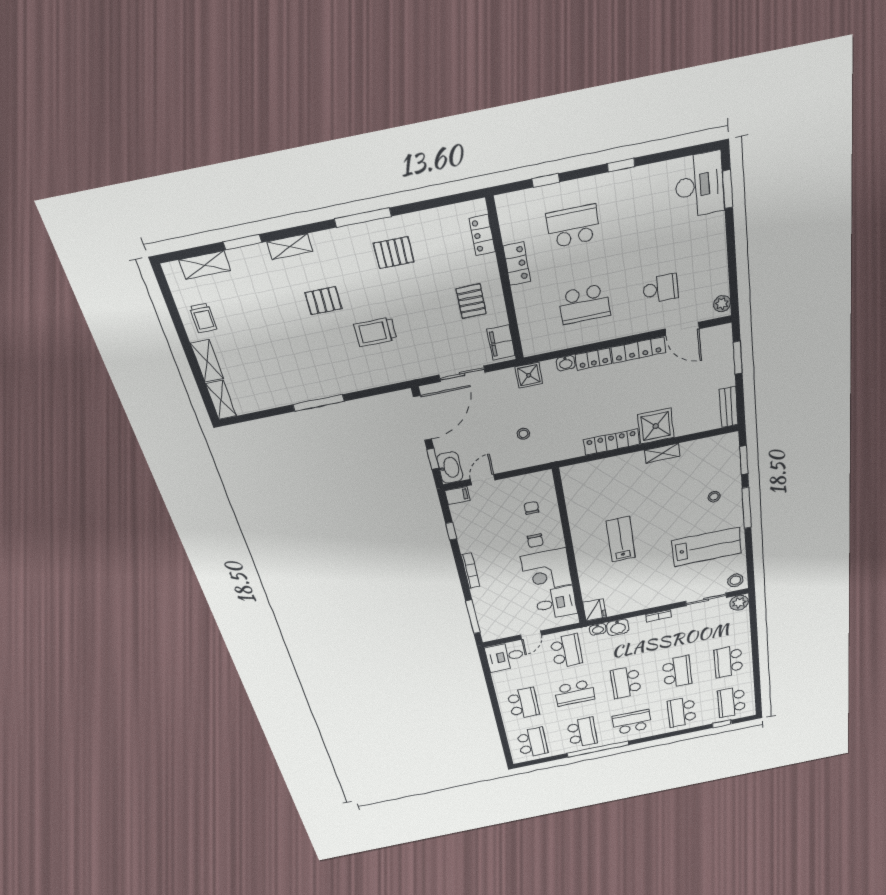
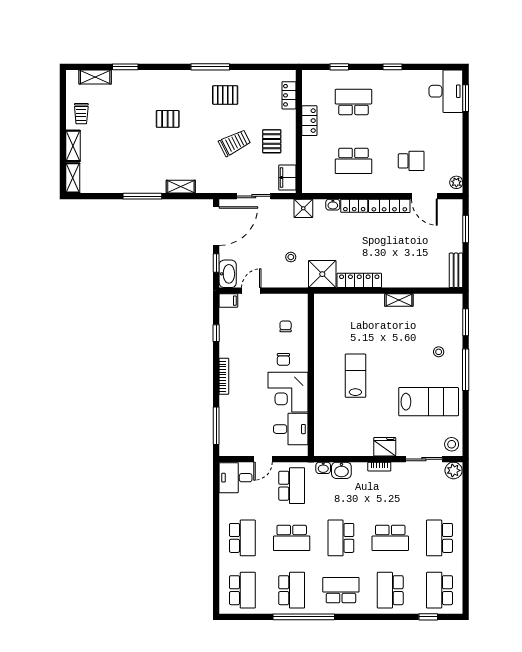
shelving: (290, 247) -> (181, 187), moved
trolley: (375, 332) -> (235, 143), moved, turned 153
shower: (656, 426) -> (322, 274), moved
fridge: (595, 610) -> (385, 447), moved, turned -90
school desk: (677, 672) -> (390, 538), turned 90

